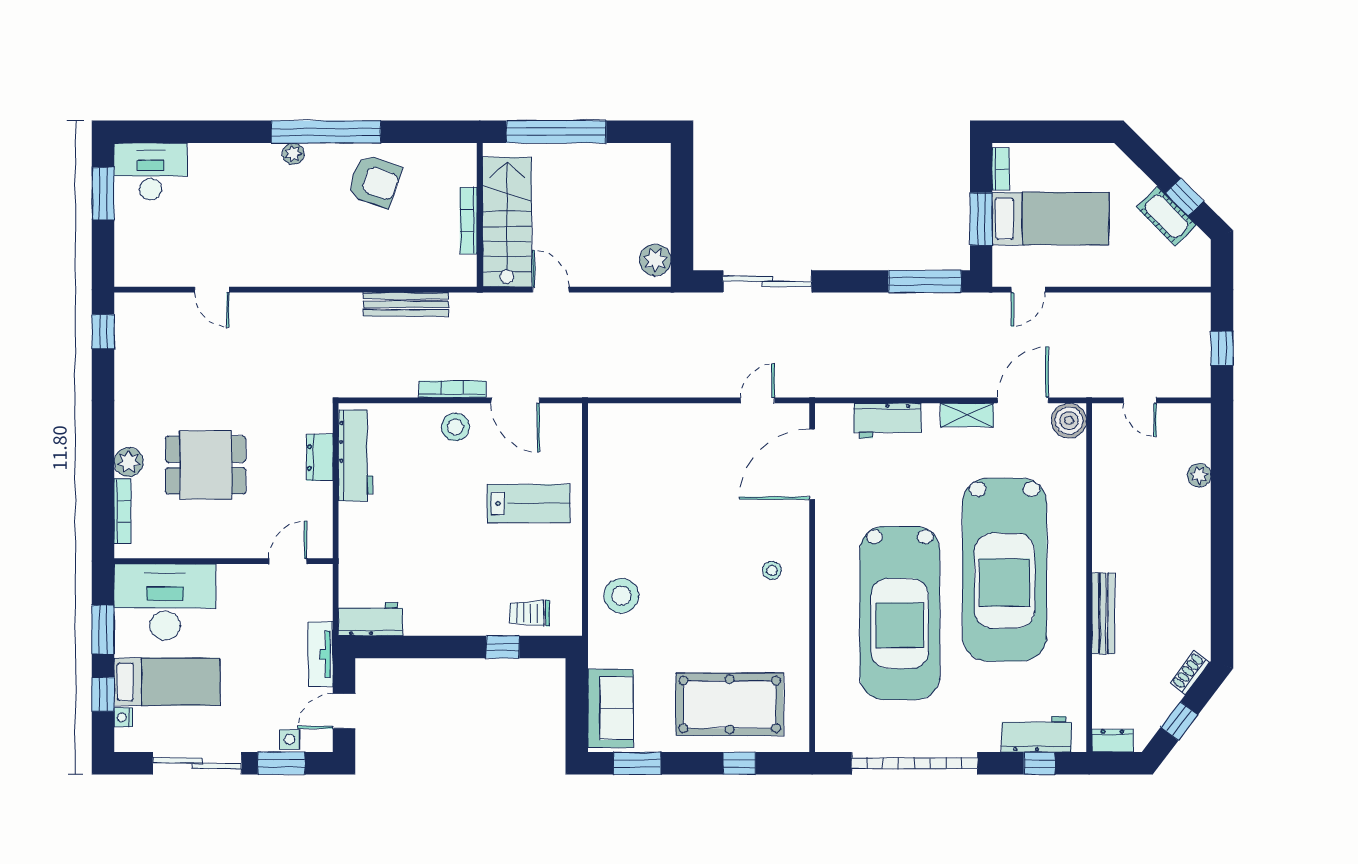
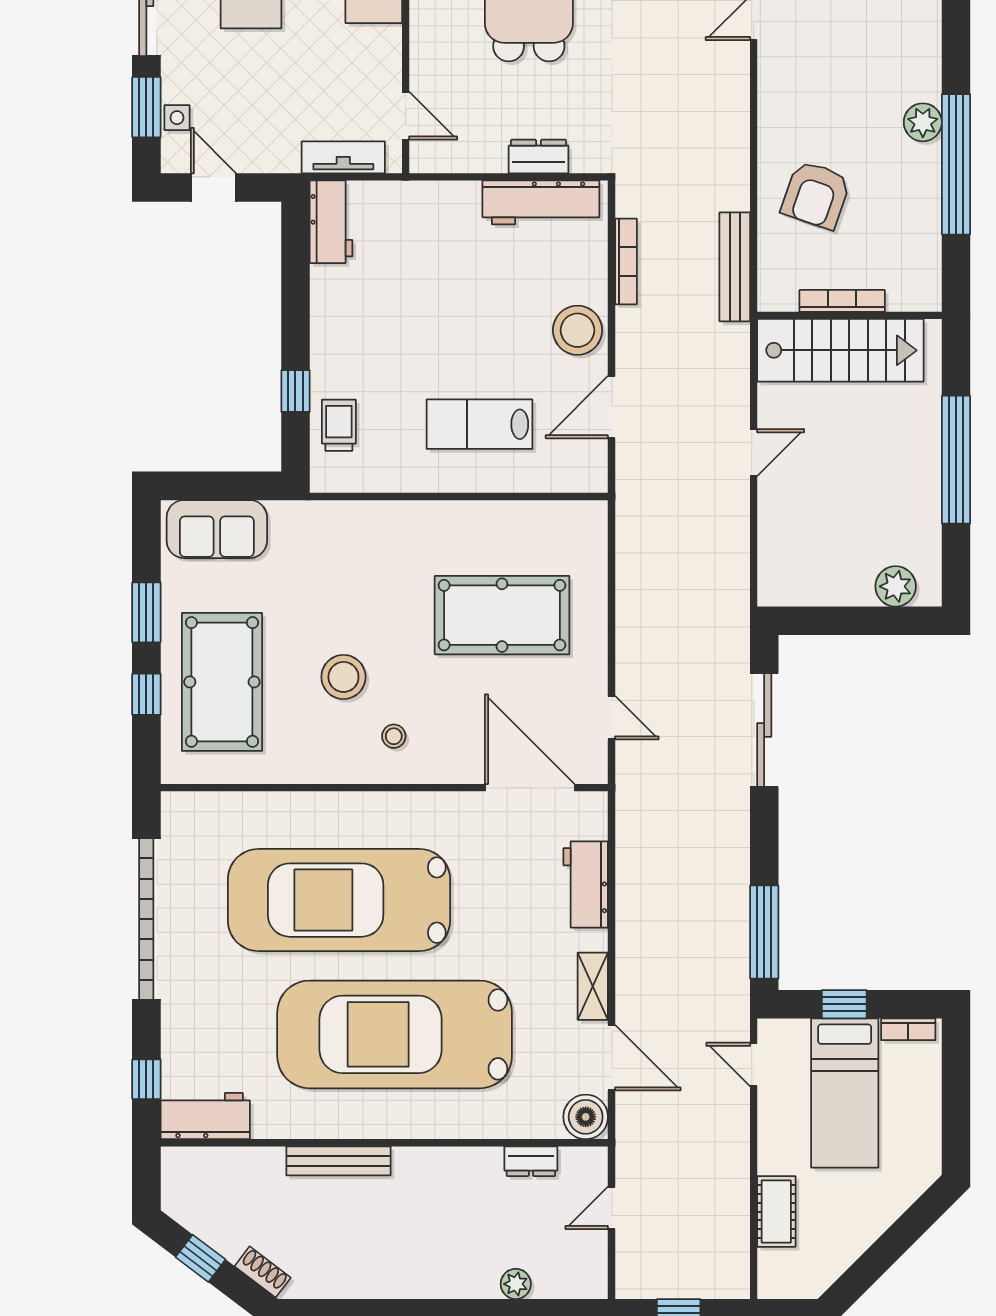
plant: (293, 154) -> (923, 122), width x1.38, depth x1.38
armchair: (375, 181) -> (816, 195), moved
window: (1184, 197) -> (872, 1265), removed
wall: (480, 215) -> (849, 315), moved
cot: (1166, 216) -> (776, 1212), moved, turned -45
window: (981, 219) -> (844, 1004), width x0.67
bookcase: (468, 221) -> (842, 301), moved
stairs: (507, 222) -> (840, 350), moved
plant: (655, 260) -> (896, 586), moved
bookcase: (453, 389) -> (626, 262), moved
stool: (455, 427) -> (577, 330), width x1.38, depth x1.38
pool table: (678, 486) -> (502, 615), added
lab bench: (529, 503) -> (480, 424), turned 90
stool: (621, 596) -> (343, 677), moved
tv unit: (321, 654) -> (343, 157), moved
workbench: (1037, 734) -> (205, 1116), moved, turned -90
dresser: (1112, 741) -> (531, 1161), moved, turned 90
window: (637, 763) -> (146, 612), moved

